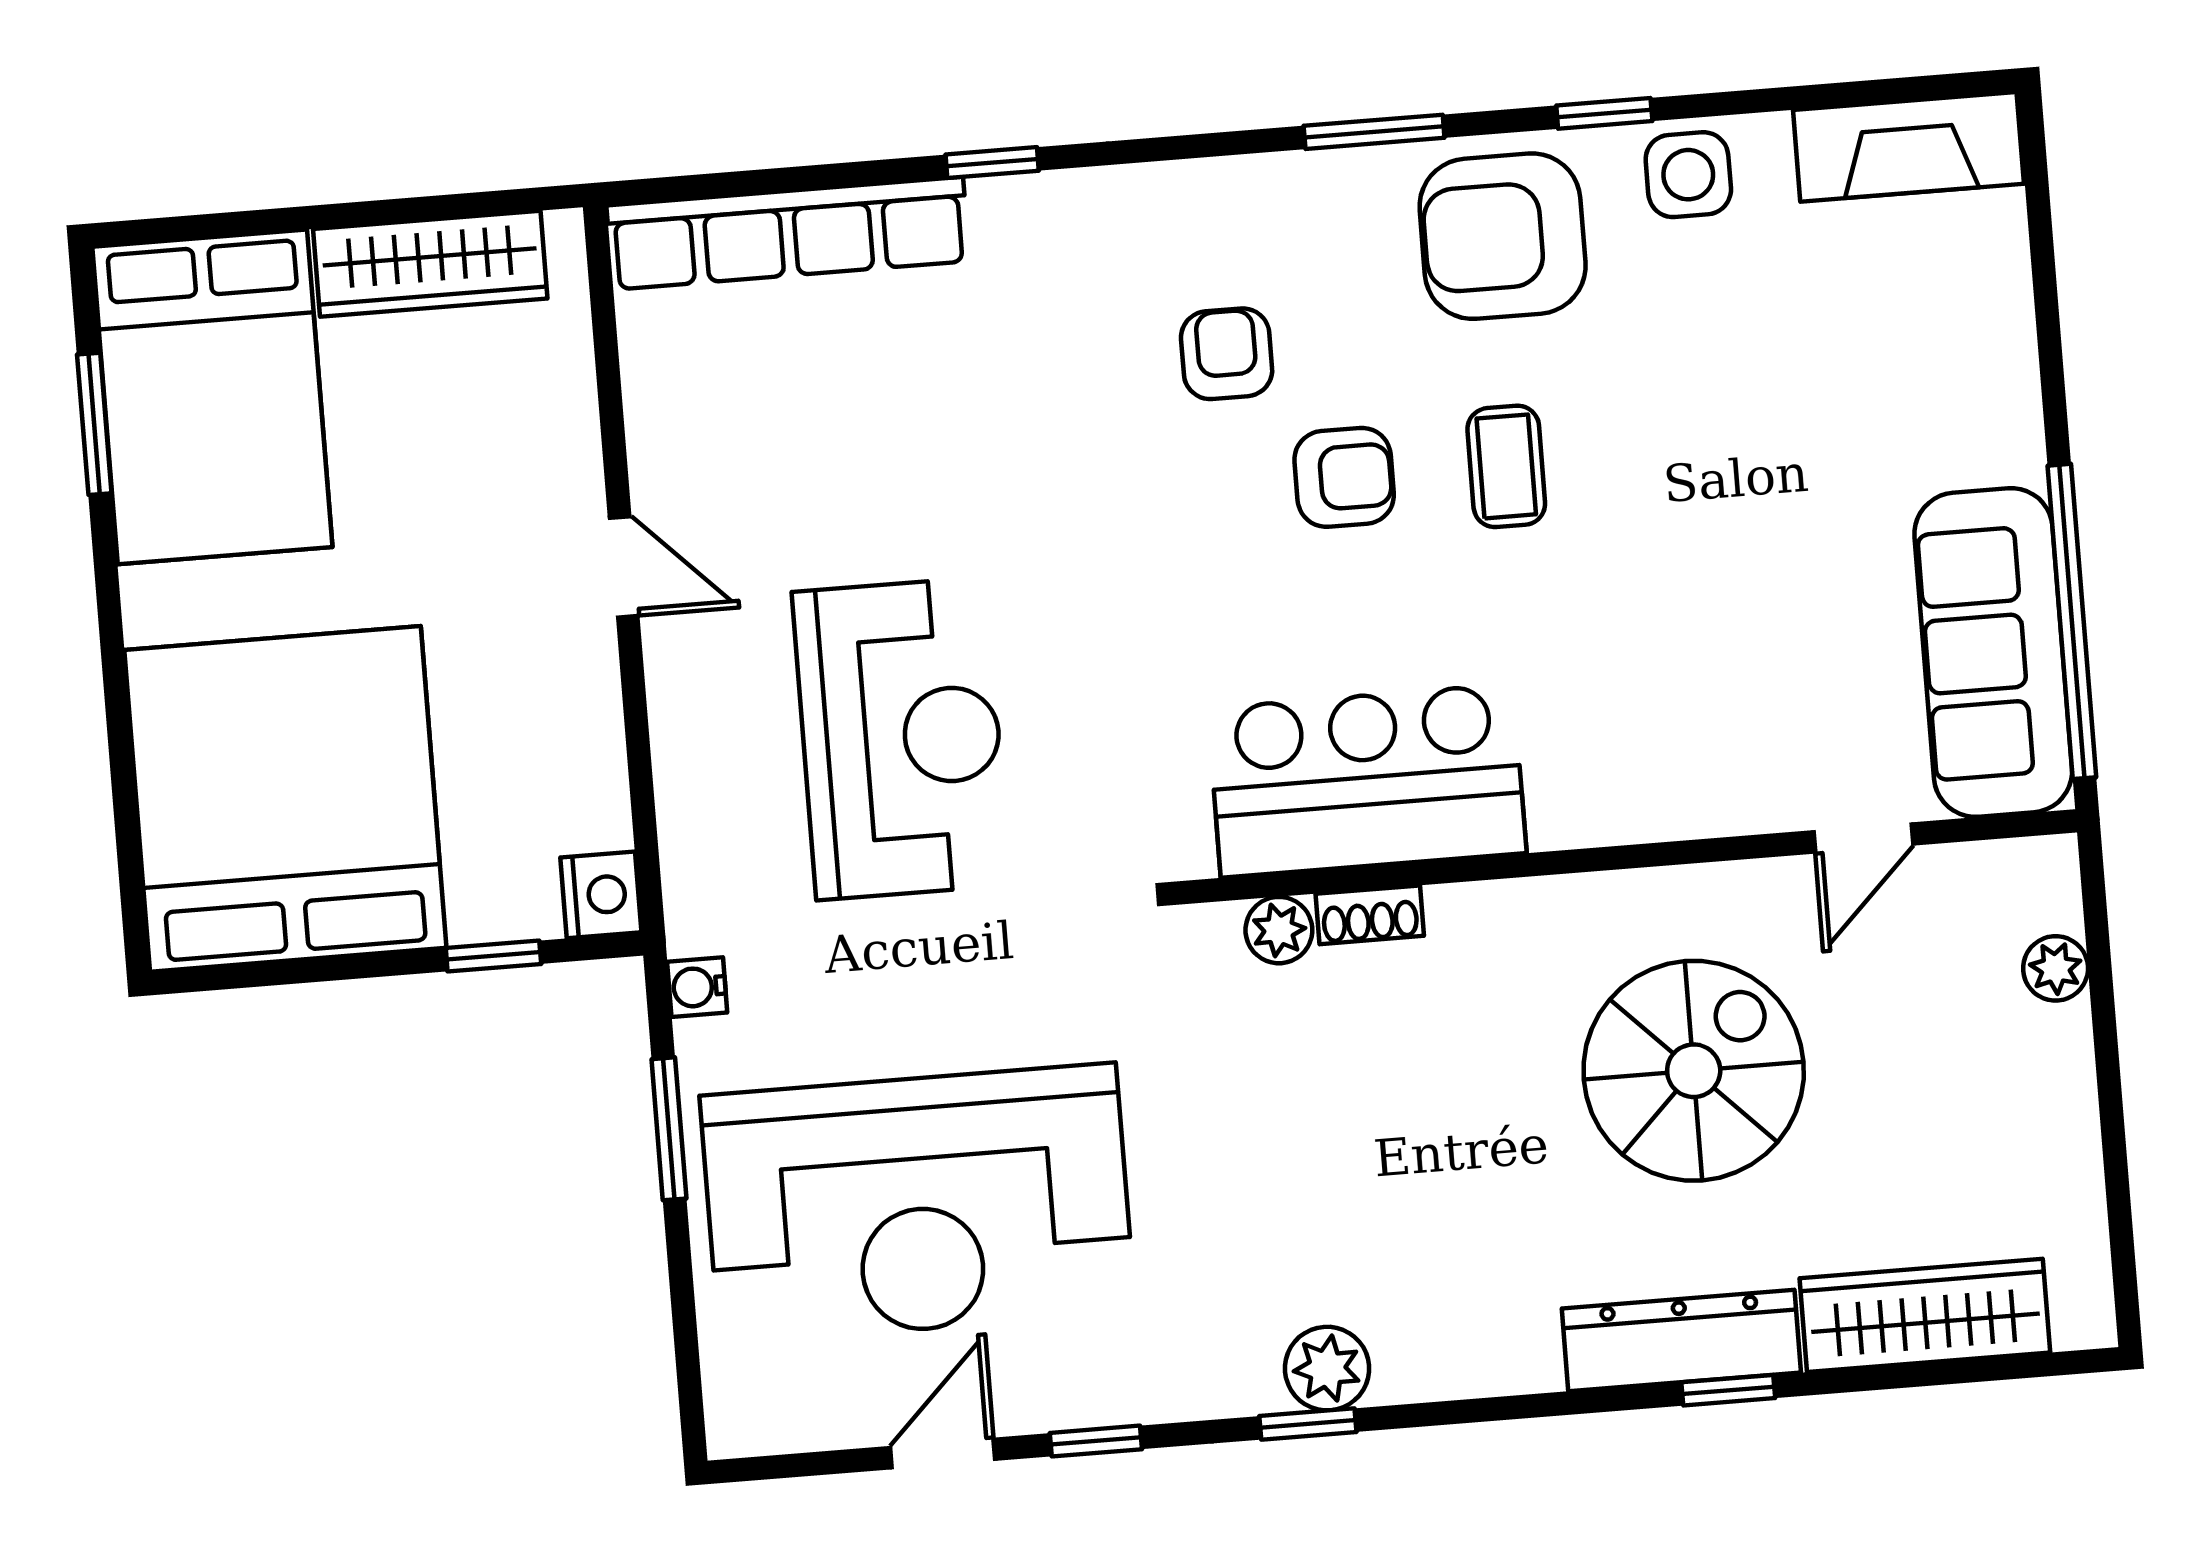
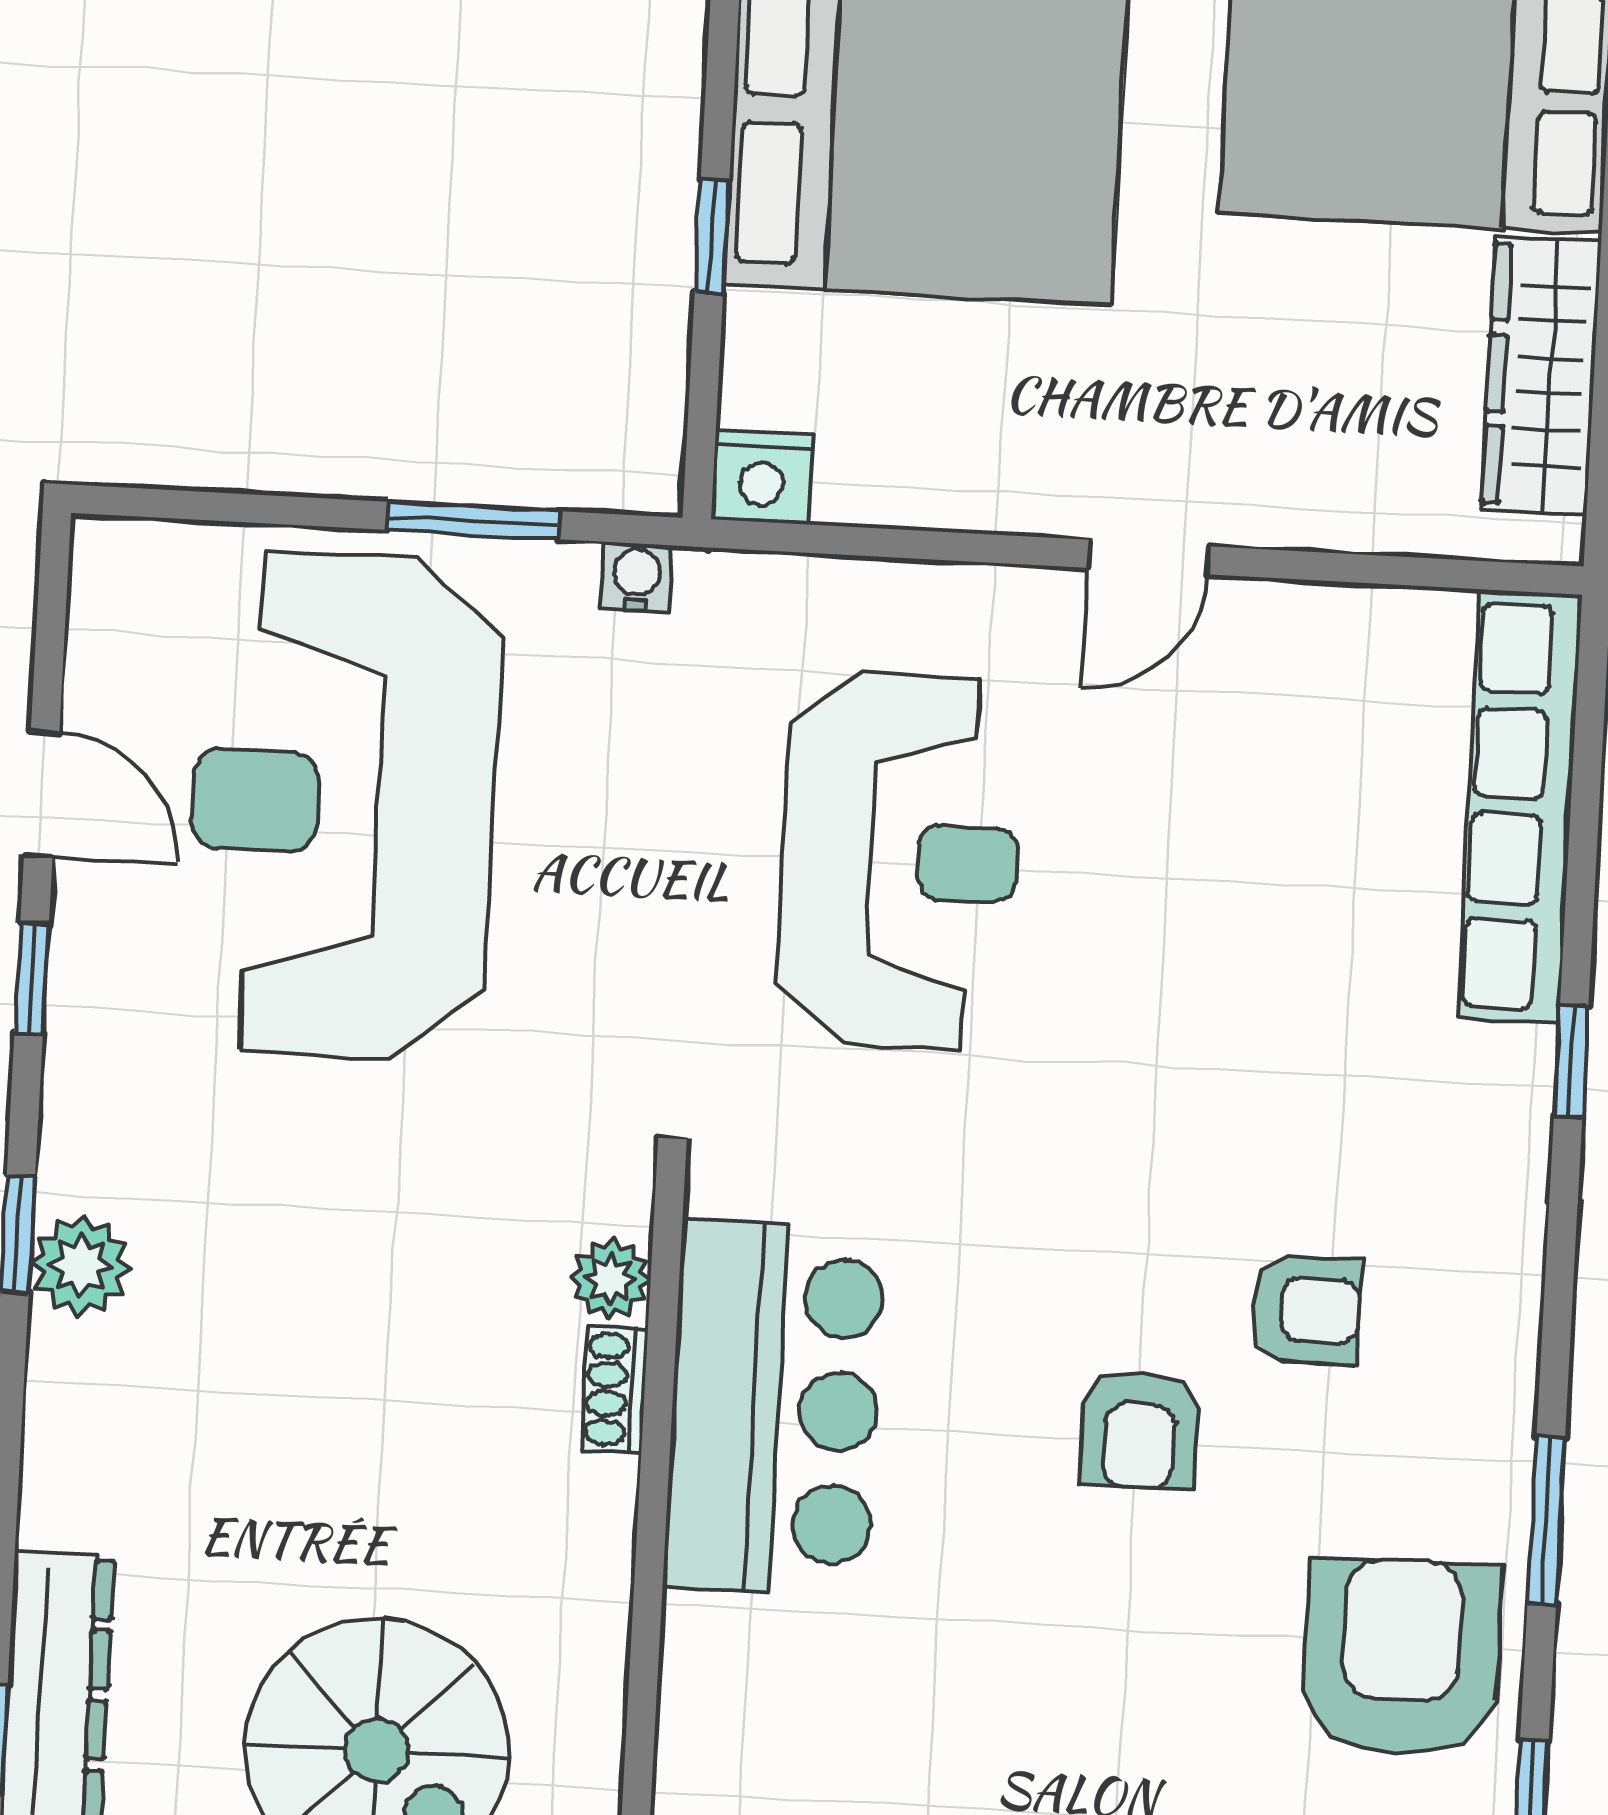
coffee table: (1506, 466) -> (1126, 1625), removed
reception desk: (901, 739) -> (900, 860), turned -90
window: (493, 956) -> (712, 237), moved

